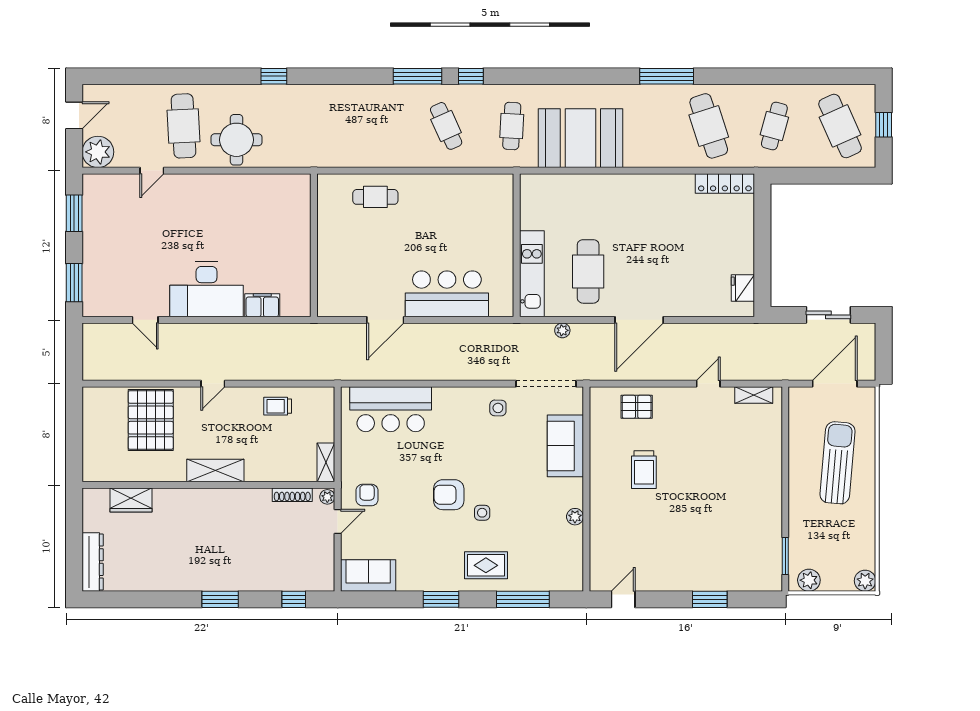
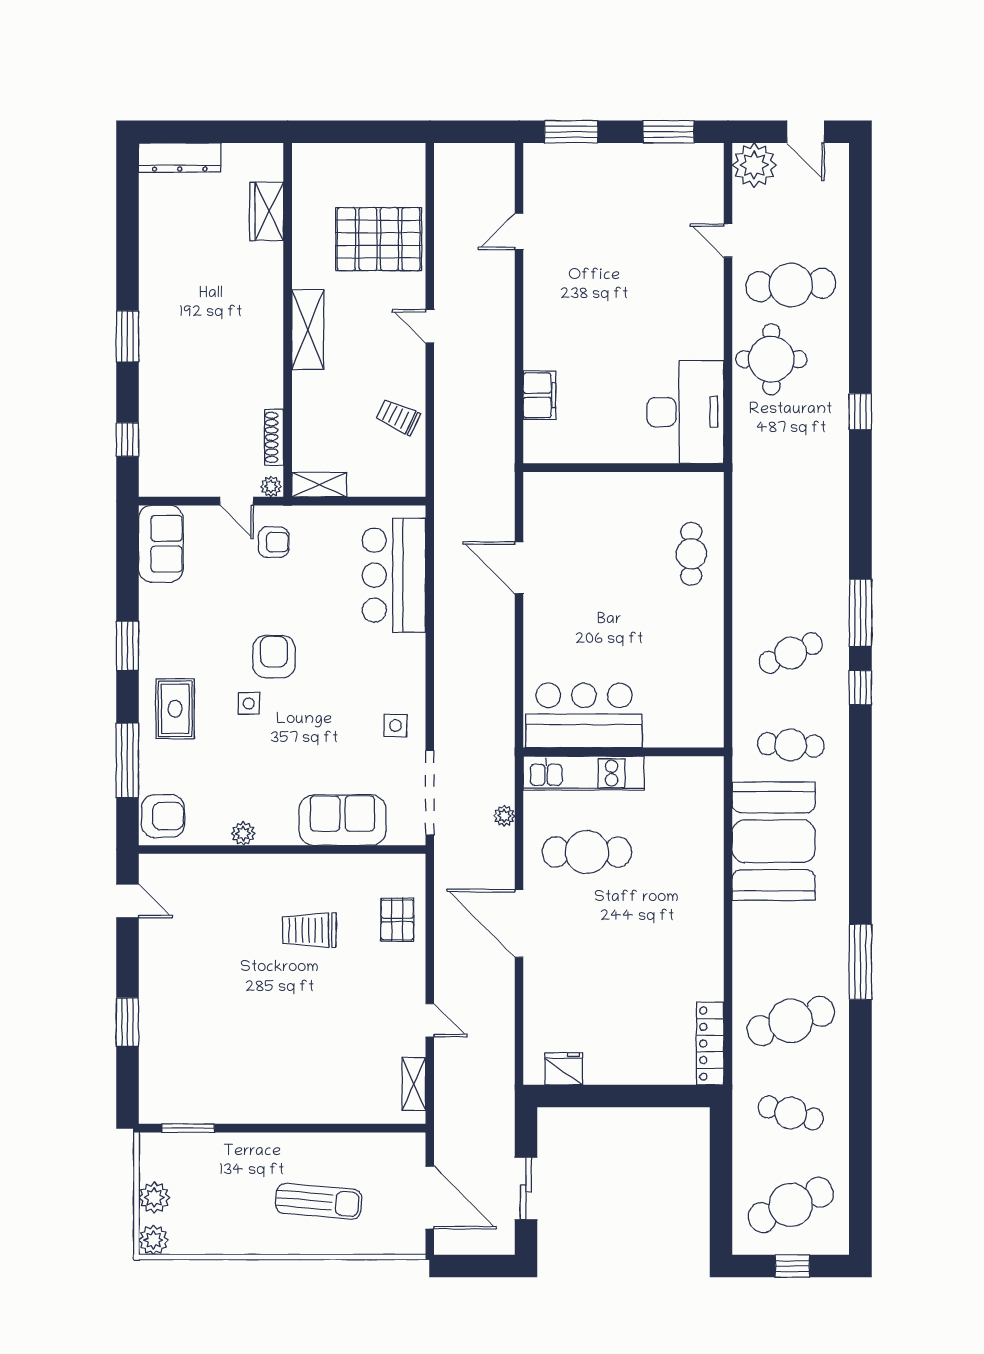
desk: (207, 289) -> (685, 412), moved, turned 180
bar counter: (447, 294) -> (584, 715), moved, turned -90
trolley: (278, 406) -> (398, 417), turned -65
sun lounger: (837, 463) -> (319, 1201), width x0.73, depth x0.75
armchair: (563, 574) -> (163, 816), added
plant: (809, 580) -> (154, 1198), moved

